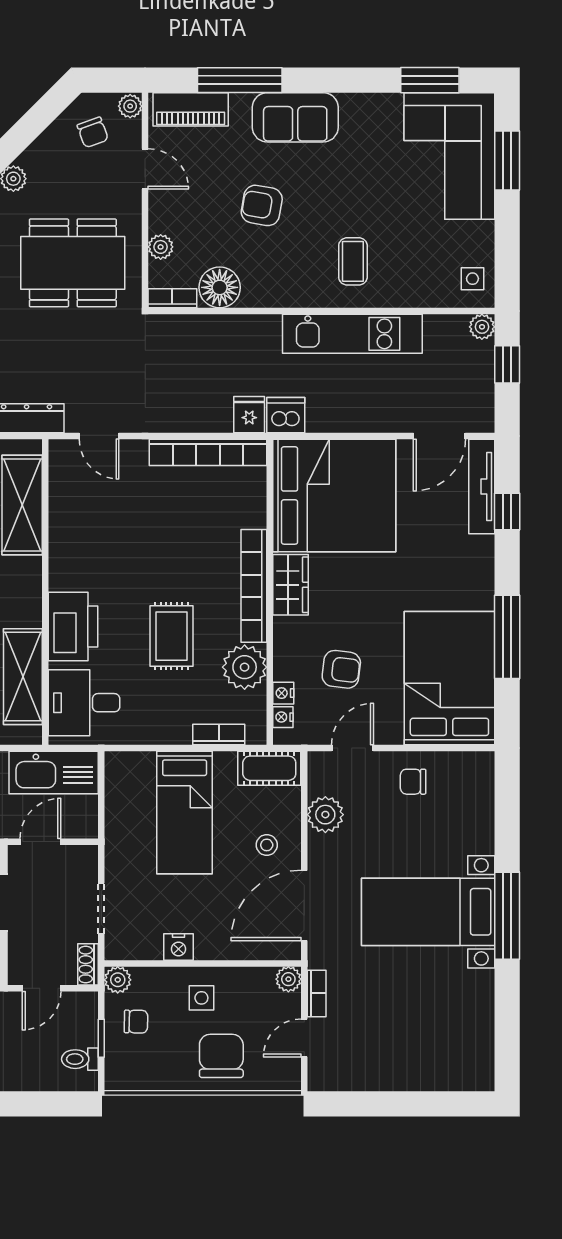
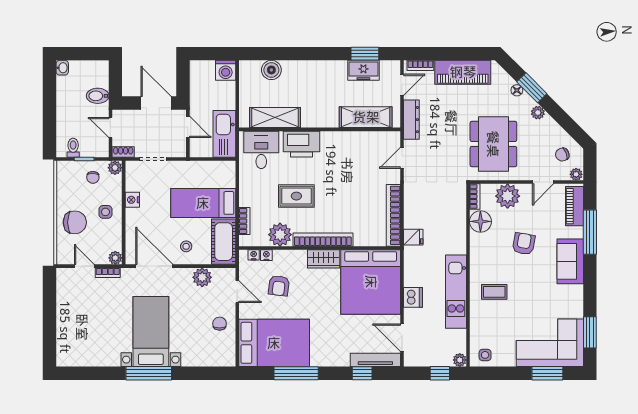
plant: (161, 247) -> (508, 196), width x1.88, depth x1.88
dishwasher: (286, 415) -> (413, 297), moved
cot: (269, 768) -> (224, 242), width x1.37, depth x1.34

